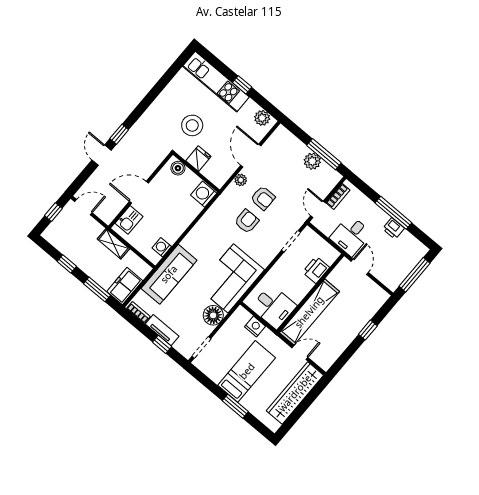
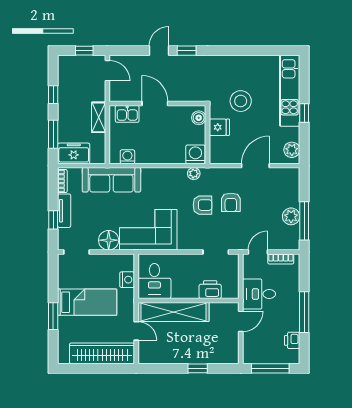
plant: (241, 180) -> (194, 174), moved
printer: (393, 228) -> (292, 340), moved

